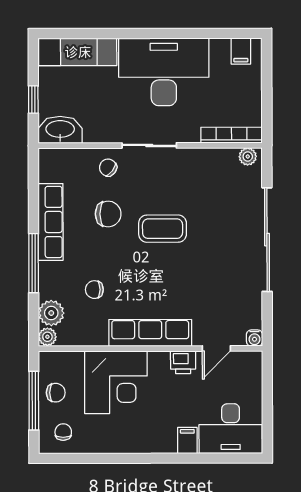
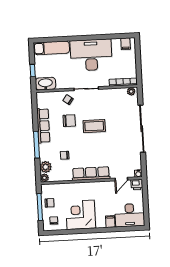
printer: (183, 362) -> (137, 185), moved
corner desk: (116, 382) -> (81, 215), moved, turned 180

